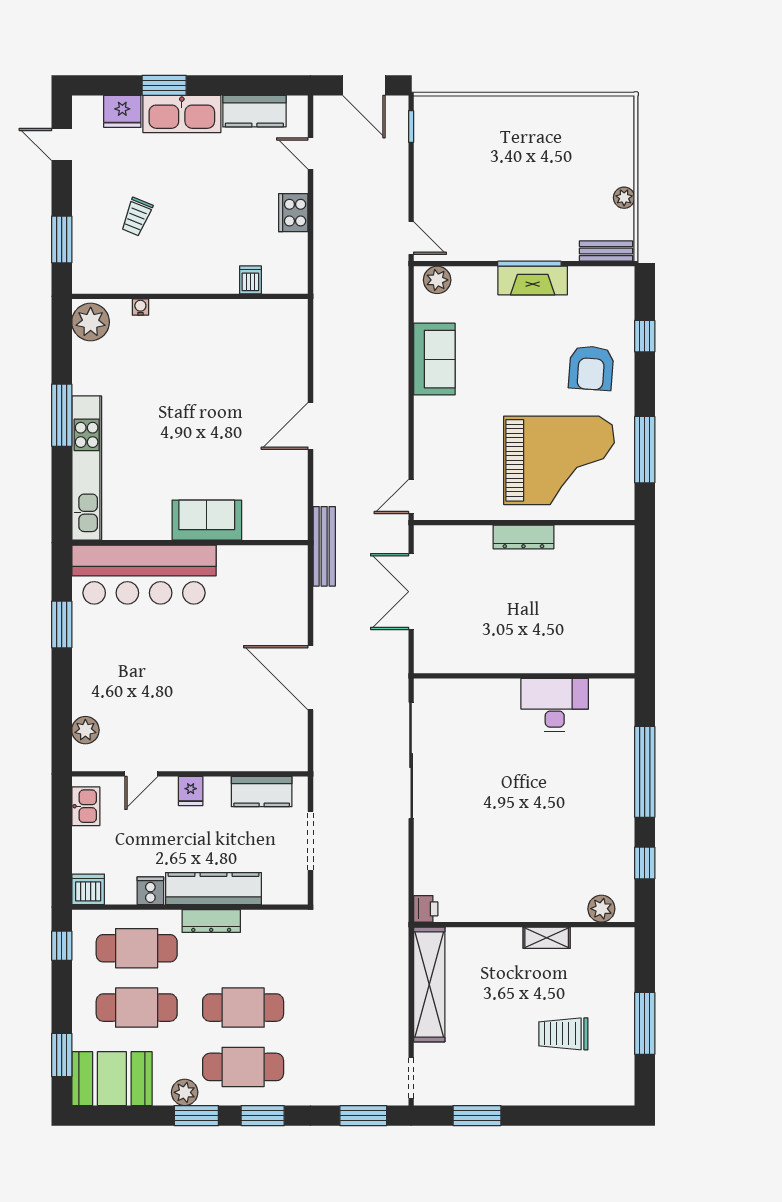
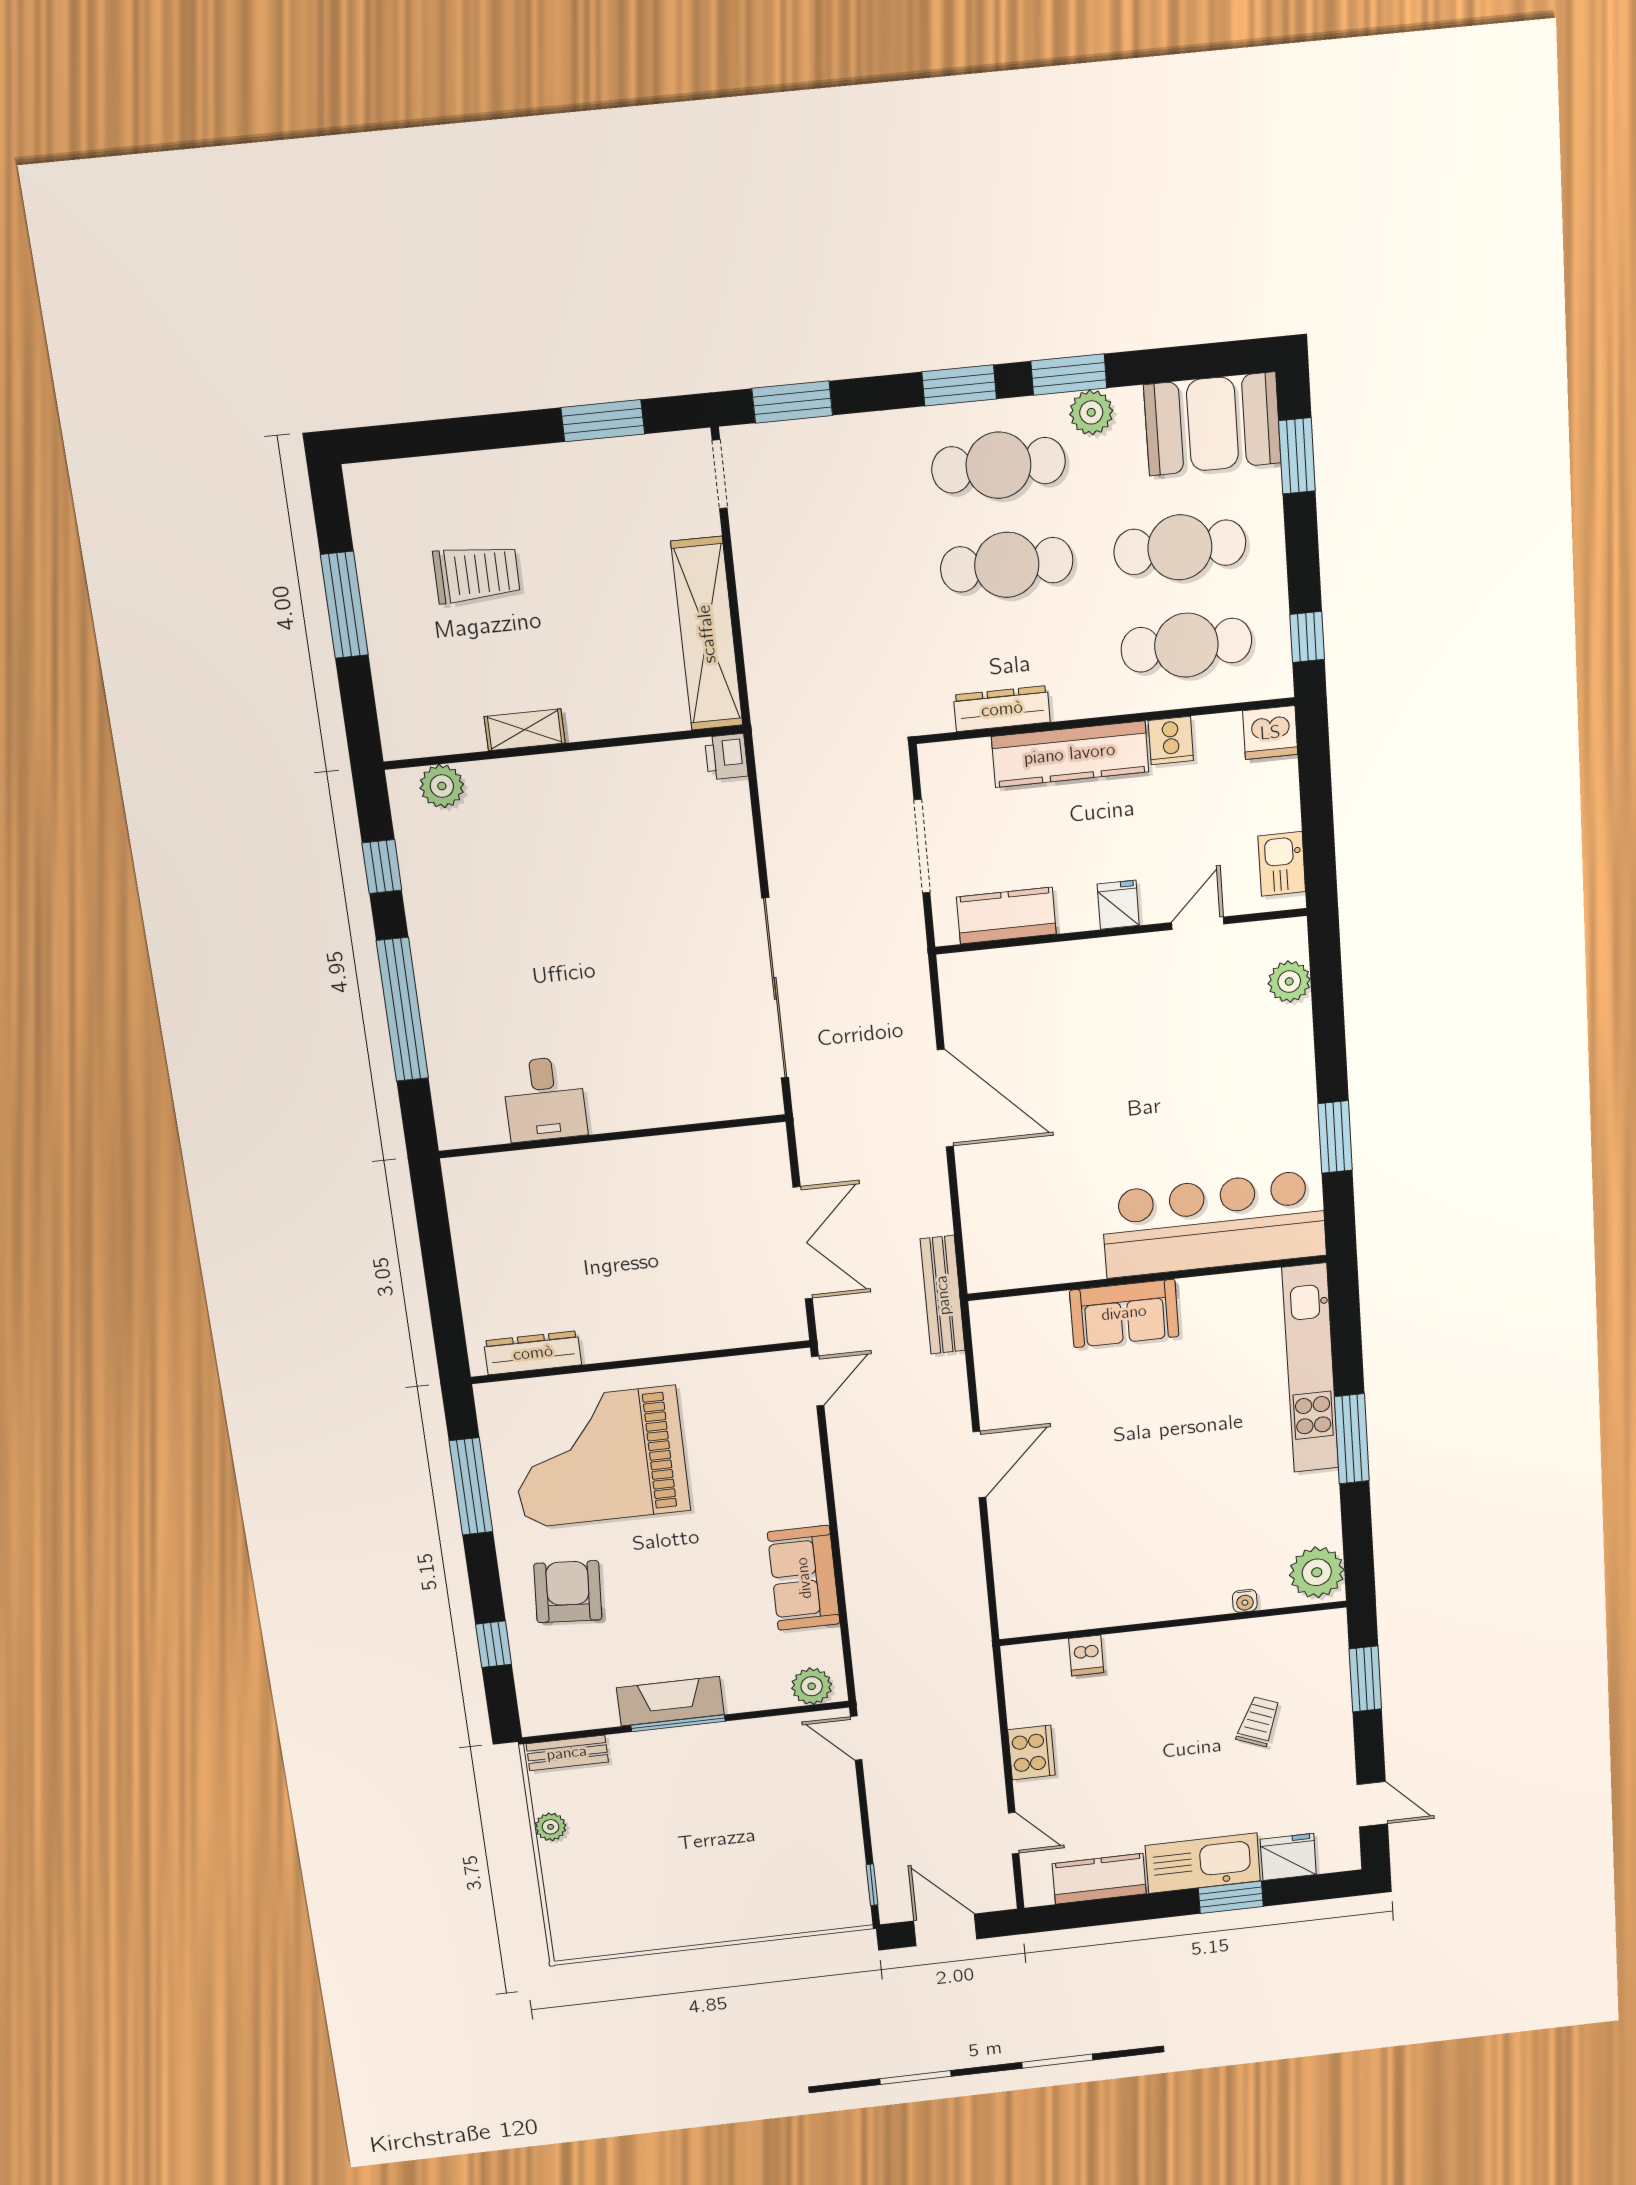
dresser: (523, 537) -> (533, 1353), moved
desk: (555, 705) -> (545, 1099), width x0.73
dresser: (211, 921) -> (1002, 709), moved

